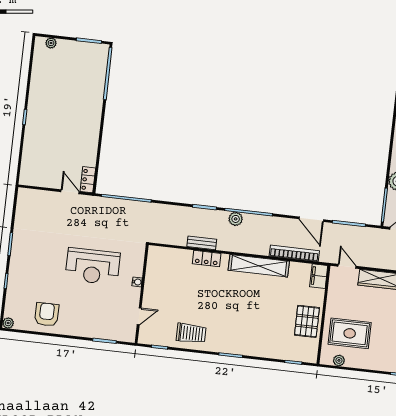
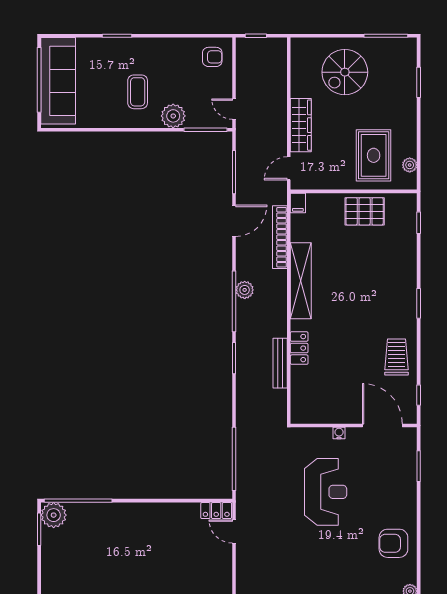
plant: (51, 43) -> (54, 515), moved, width x1.88, depth x1.88
door: (70, 192) -> (234, 532), hinge flipped
plant: (236, 219) -> (245, 290), moved
bench: (202, 243) -> (280, 363), width x1.36
filing cabinet: (319, 276) -> (298, 203), width x0.50
door: (139, 316) -> (382, 425), width x1.88

